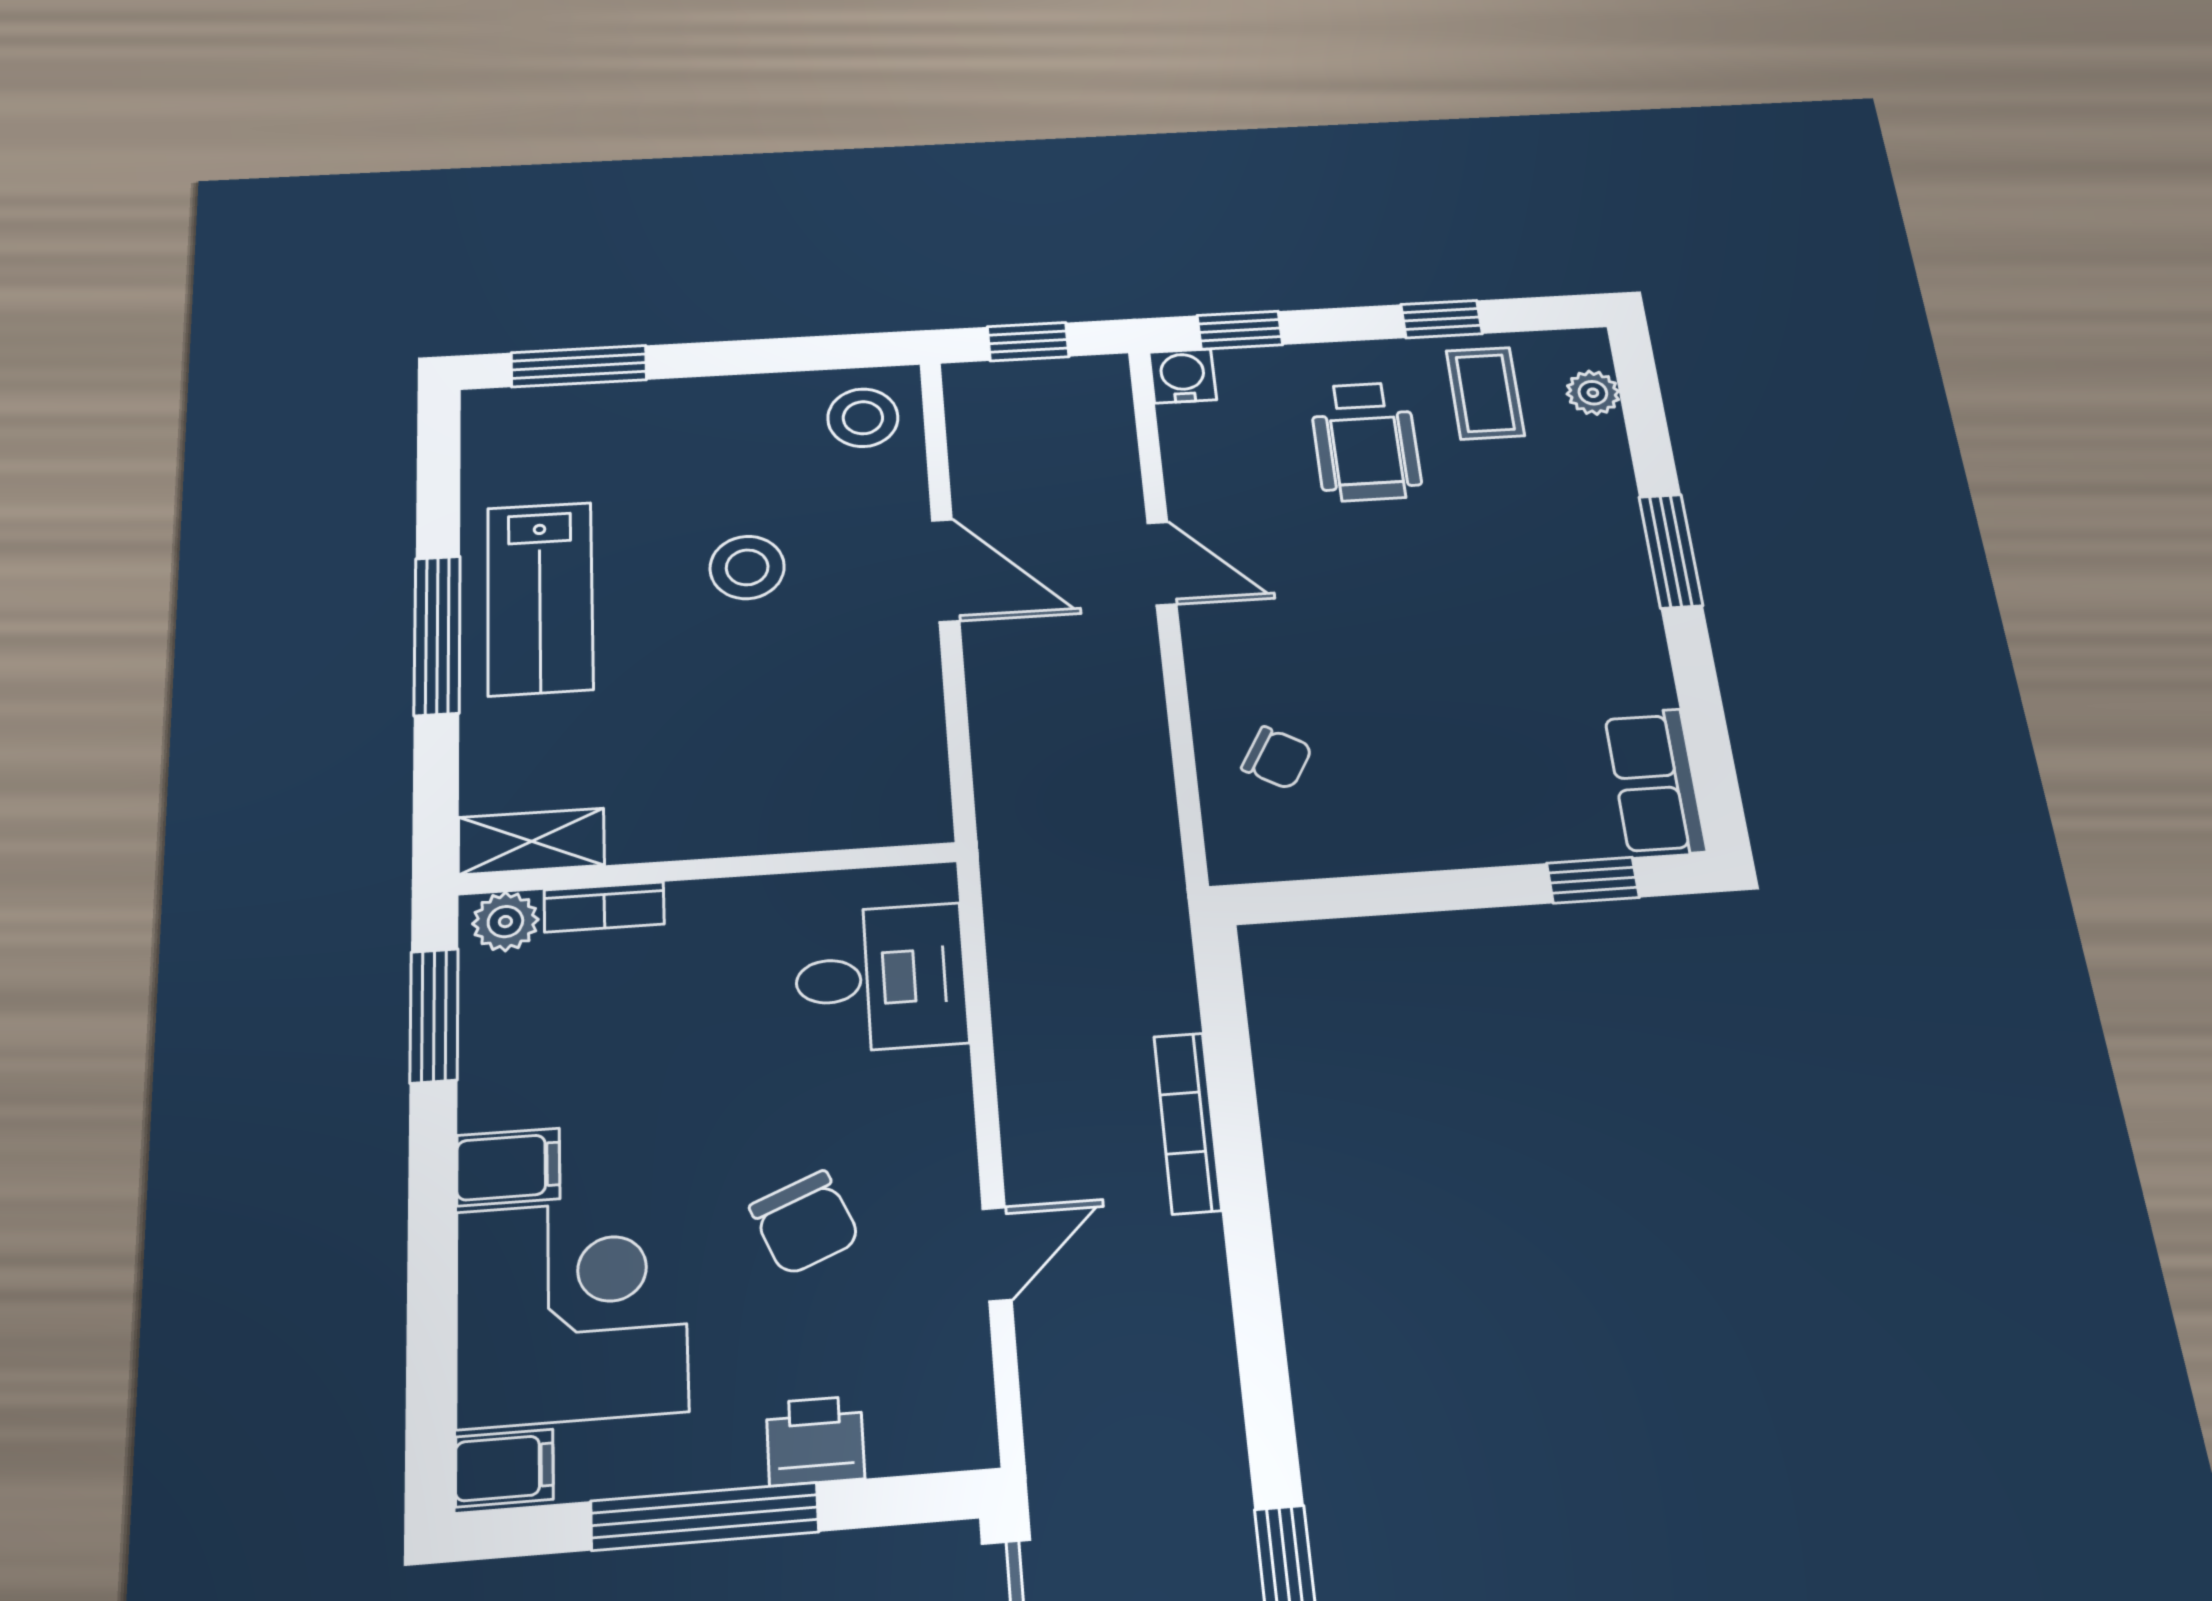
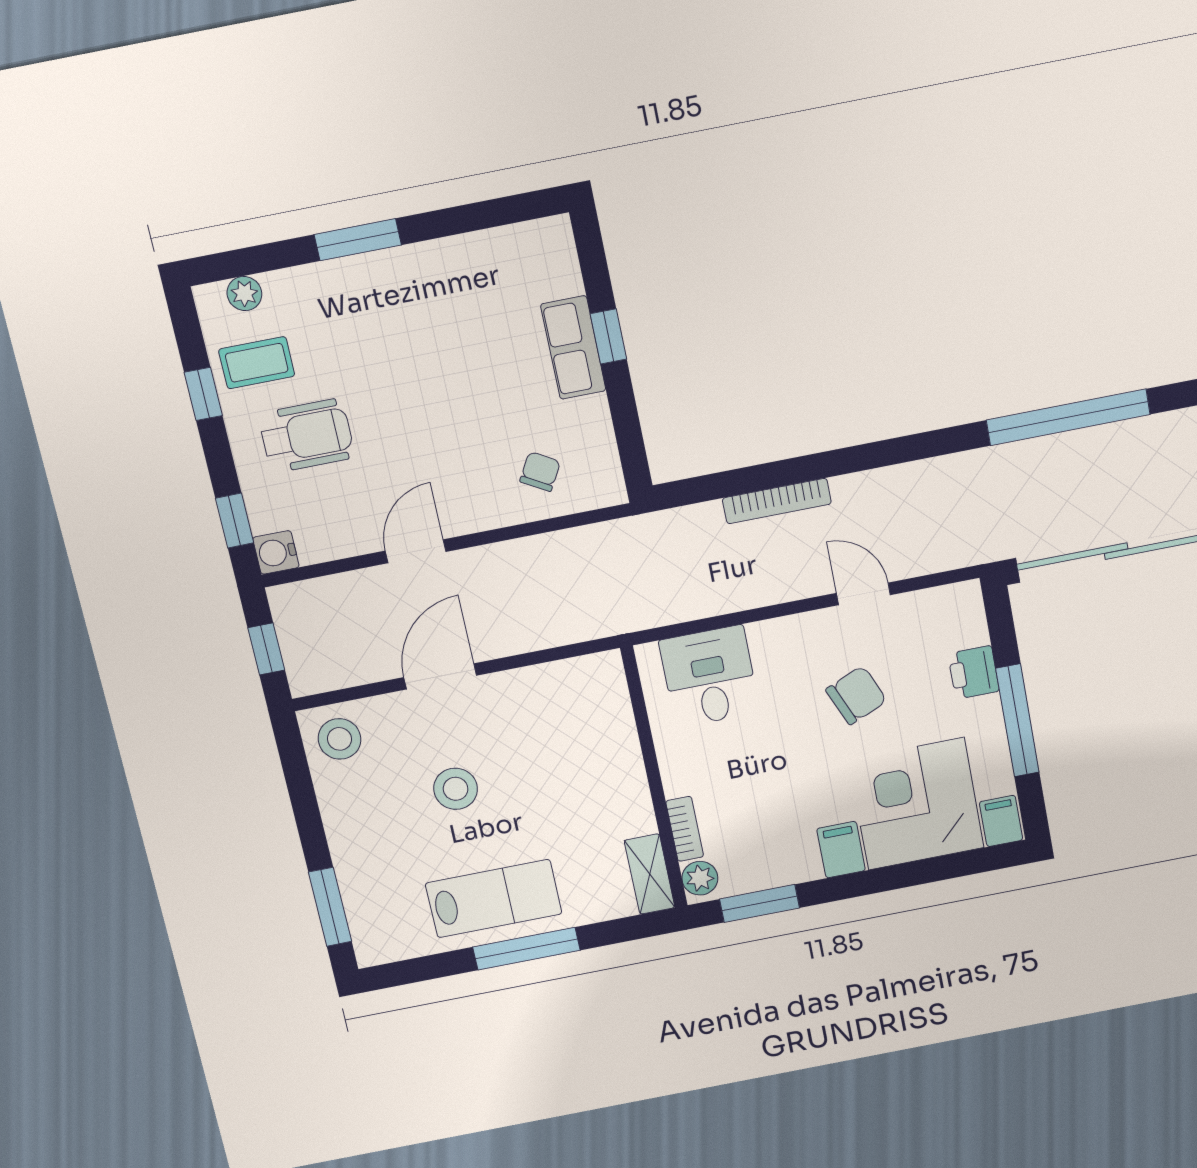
row of seats: (1655, 782) -> (573, 348), moved, turned 90
window: (1593, 880) -> (608, 336), moved

